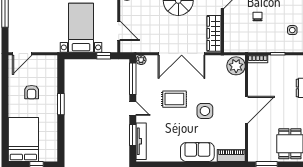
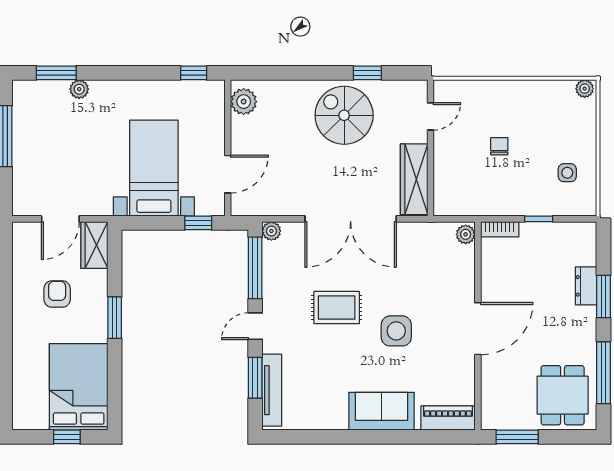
door: (119, 31) -> (228, 174), hinge flipped
door: (22, 54) -> (60, 219), moved
plant: (236, 66) -> (466, 234), width x0.53, depth x0.53
wardrobe: (51, 67) -> (94, 245), added
armchair: (32, 92) -> (57, 294), turned 180
door: (133, 109) -> (255, 326), swing flipped
bed: (23, 140) -> (79, 387), moved

